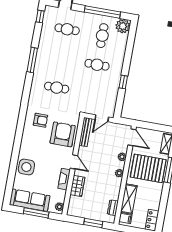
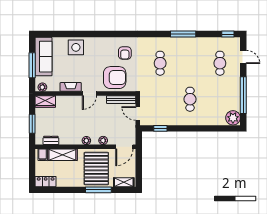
cafe table: (102, 36) -> (220, 99), removed
window: (123, 82) -> (160, 128), moved
wardrobe: (77, 186) -> (45, 101), moved

